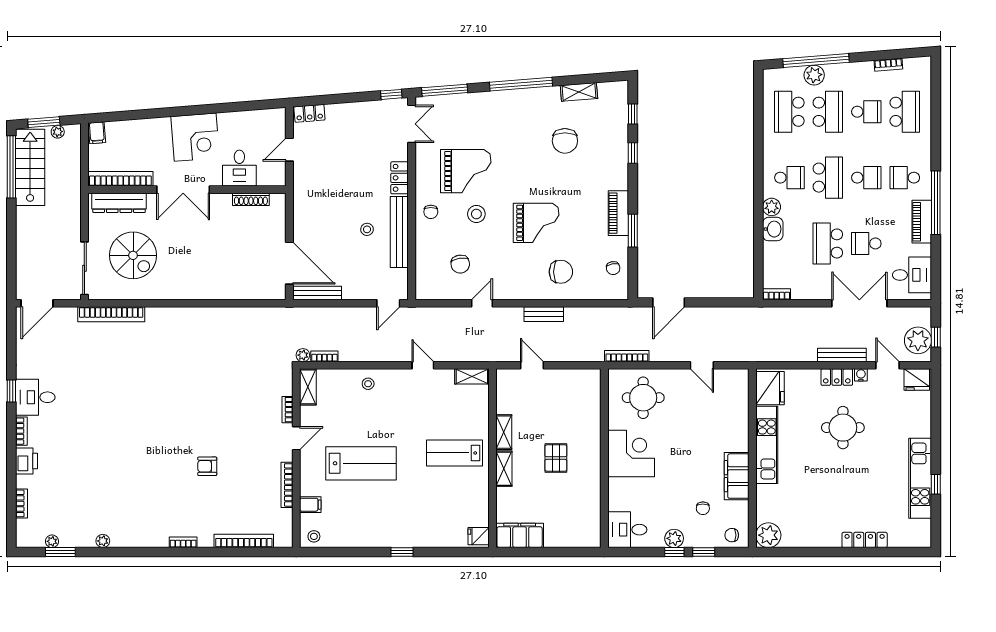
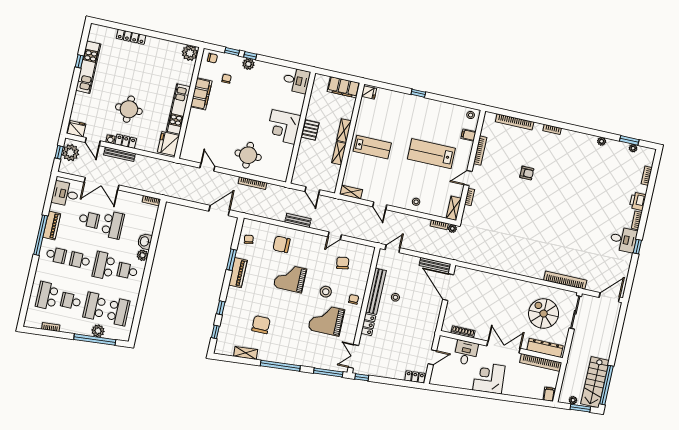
corner desk: (631, 454) -> (283, 127), moved
wall: (604, 458) -> (301, 128), moved
desk: (627, 530) -> (296, 80), moved

